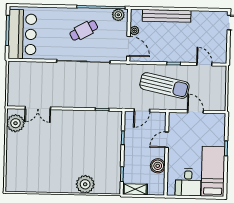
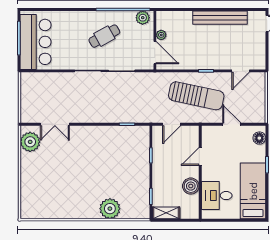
bench: (167, 16) -> (220, 18), moved
door: (204, 64) -> (241, 71), swing flipped
floor lamp: (220, 124) -> (259, 138), added
desk: (188, 182) -> (217, 196), moved, turned 90

